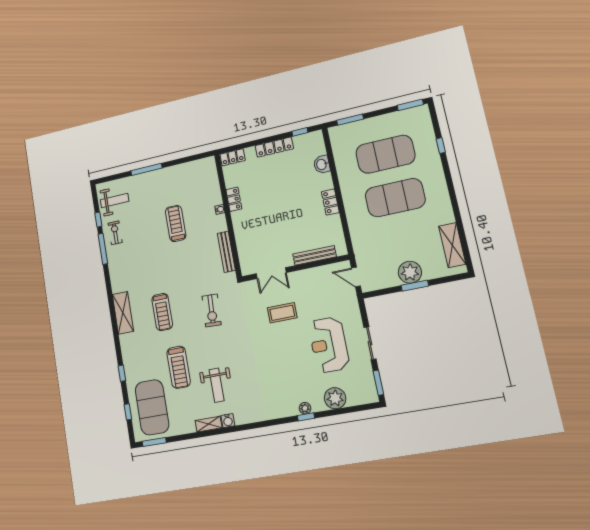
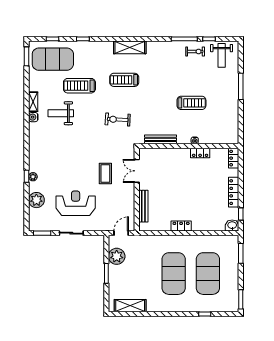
washbasin: (322, 164) -> (232, 225), moved
plant: (410, 272) -> (117, 256), moved

